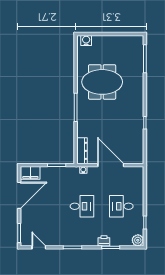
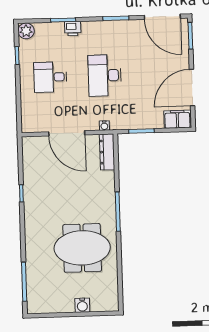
water cooler: (86, 40) -> (82, 305), moved
desk: (82, 206) -> (105, 75), width x1.37
desk: (121, 206) -> (50, 77), turned 180
door: (39, 247) -> (162, 17), width x1.87

